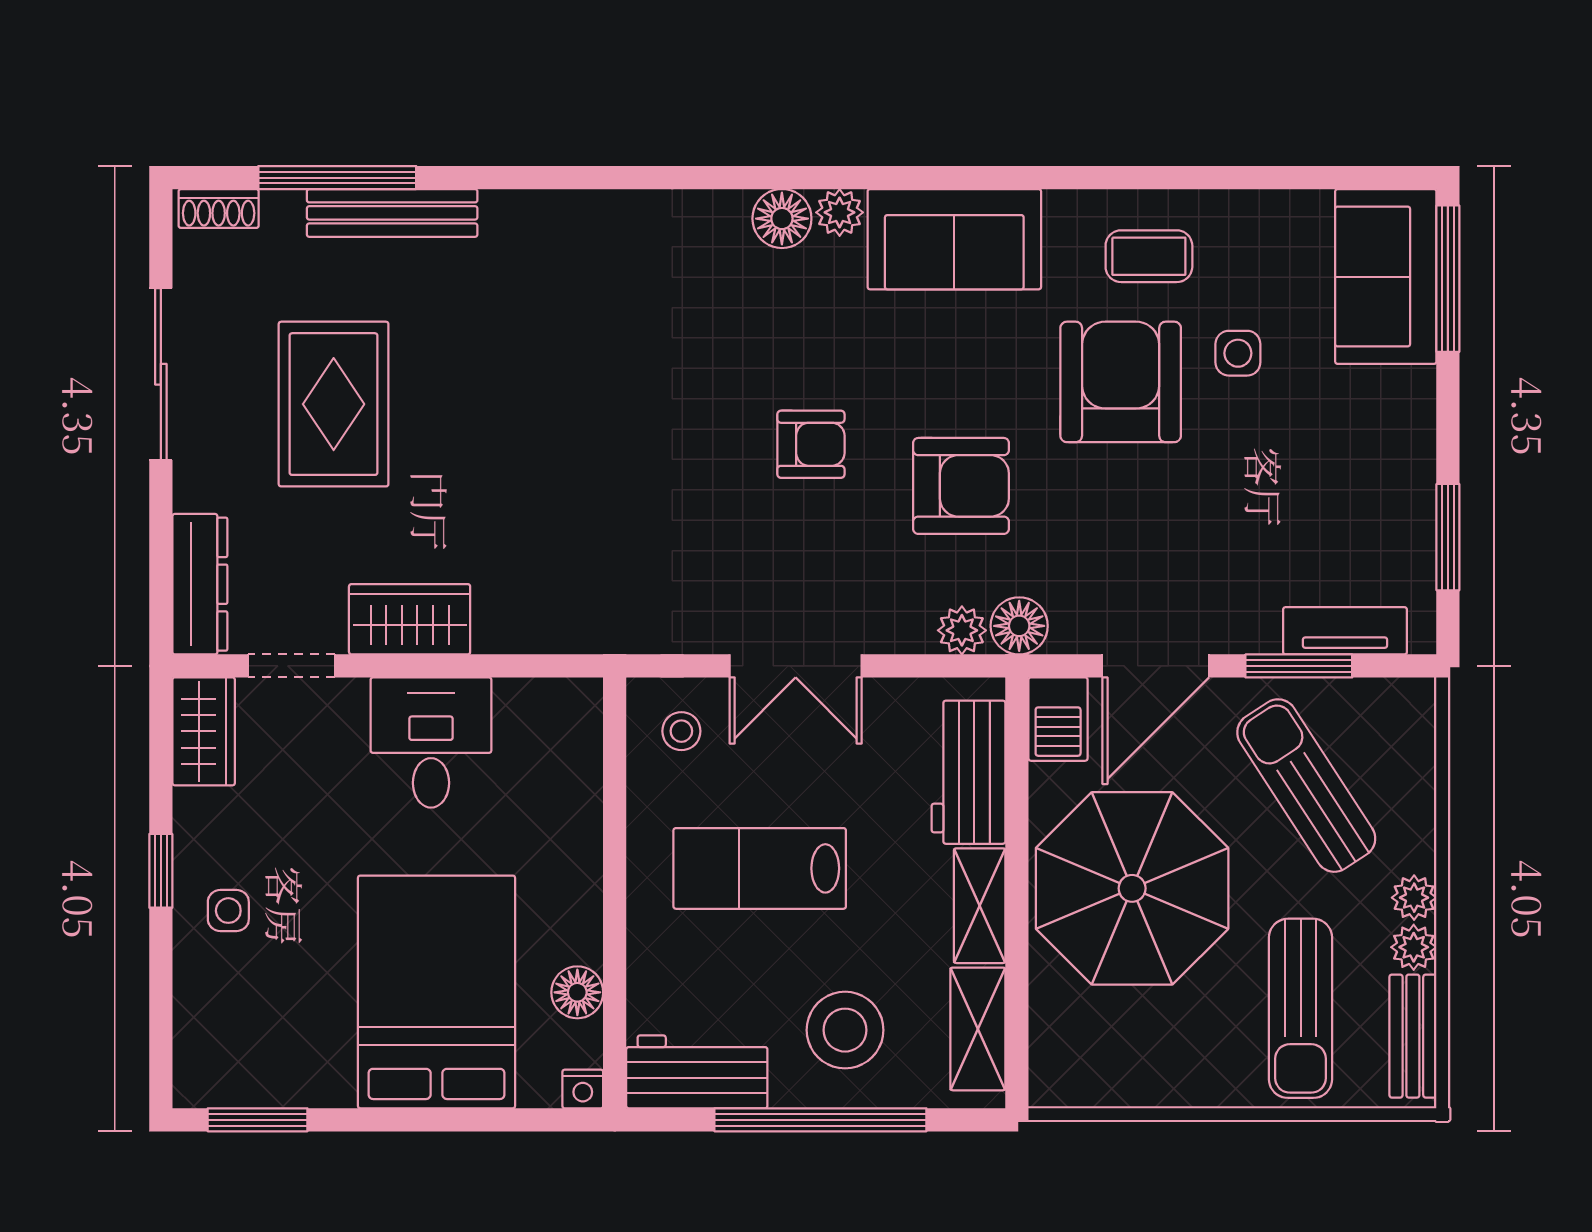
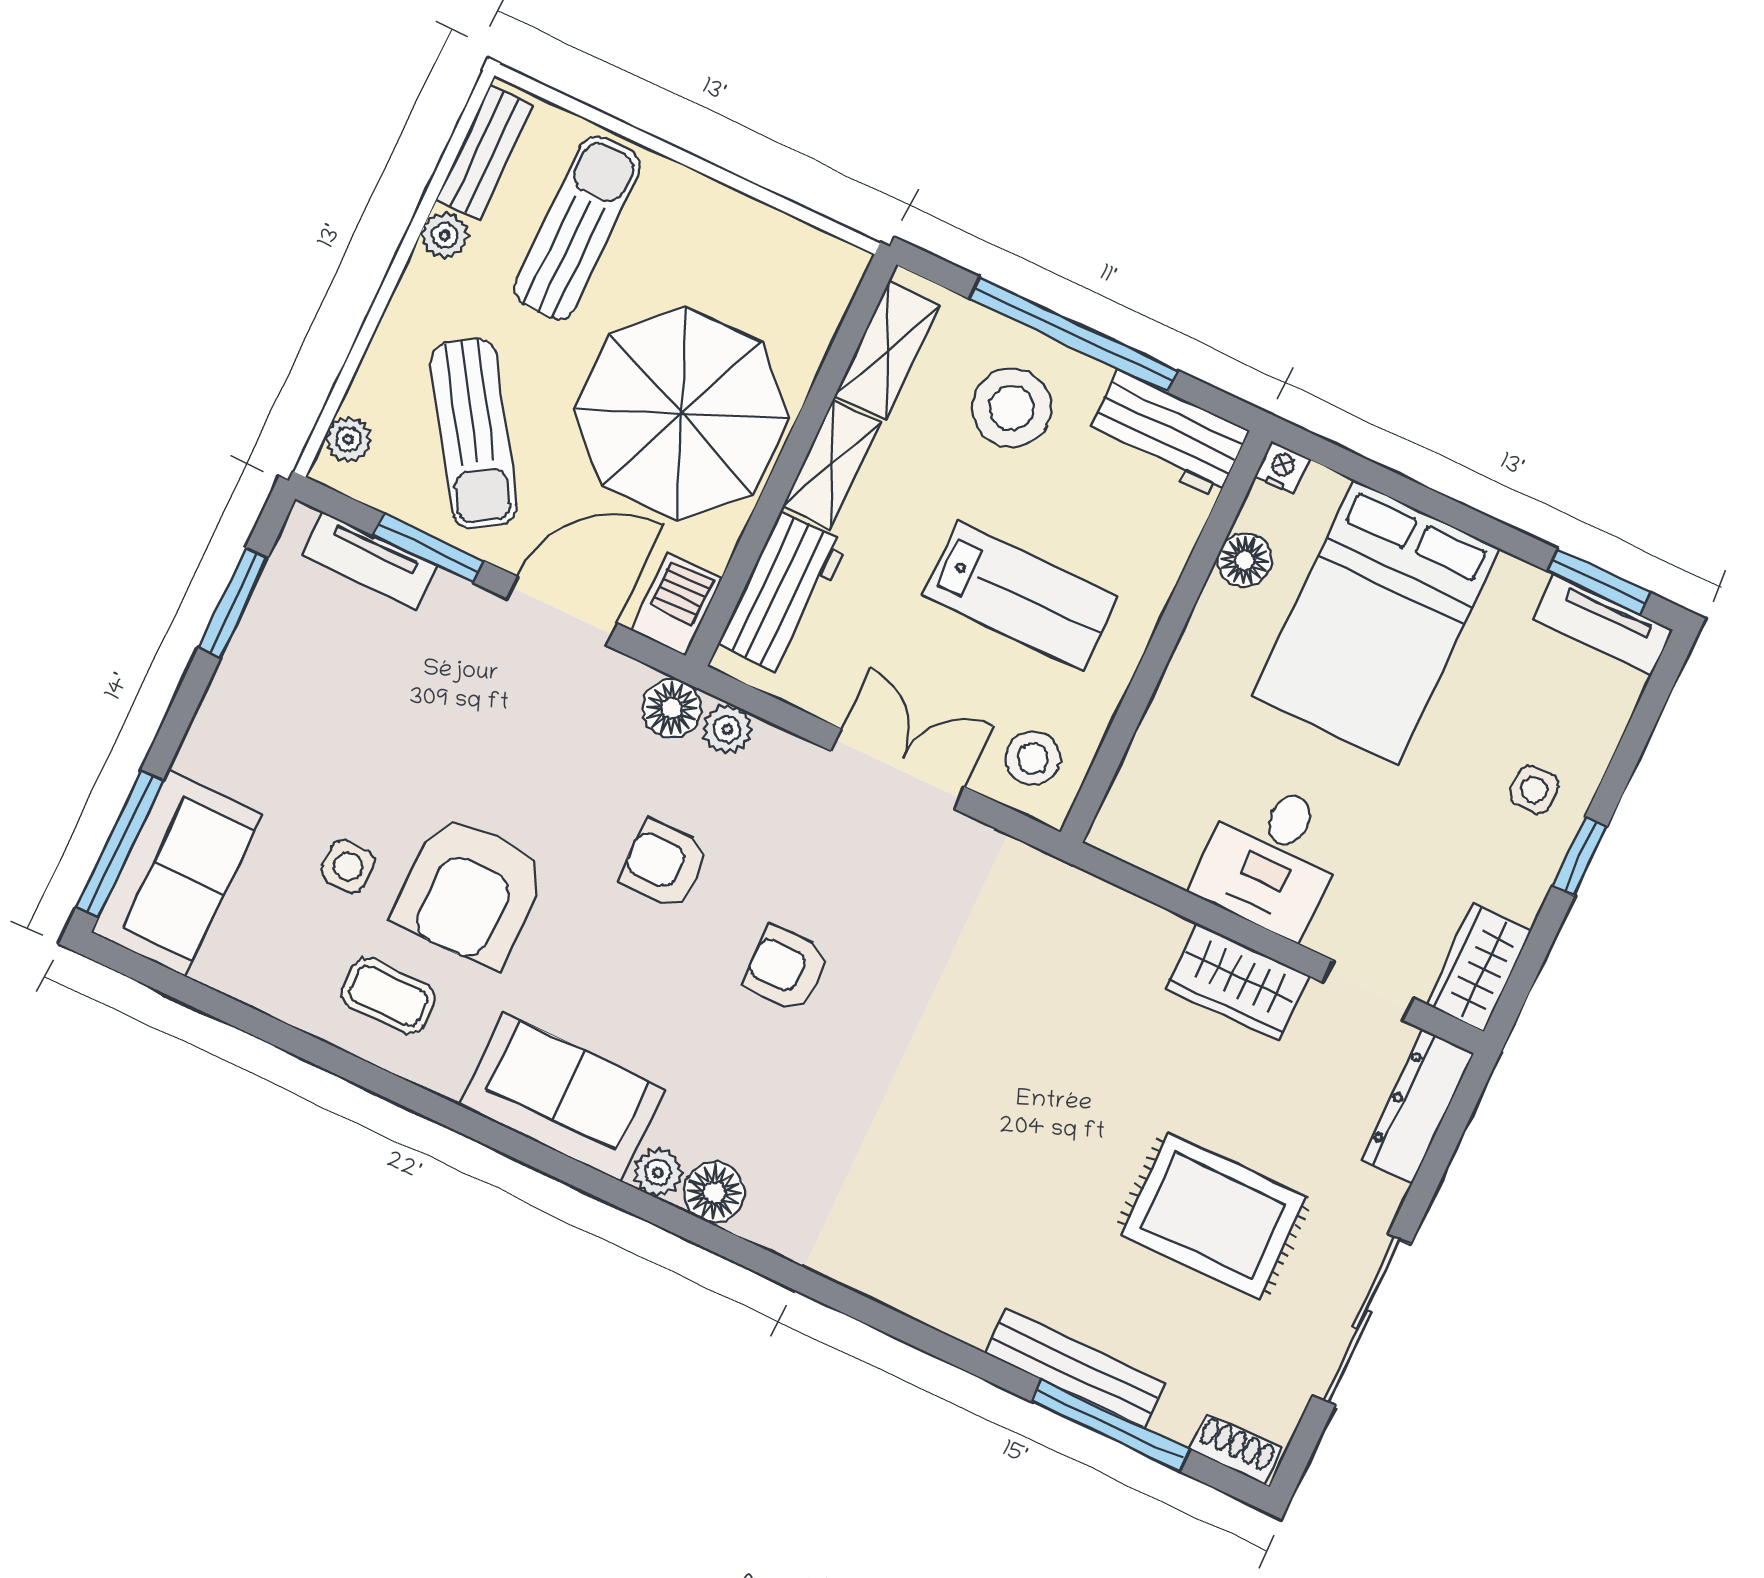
rug: (334, 404) -> (1214, 1216), turned 90
armchair: (961, 486) -> (665, 864), width x0.72, depth x0.72
stool: (681, 731) -> (1033, 758), width x1.37, depth x1.37
plant: (1414, 898) -> (348, 439), moved
tv unit: (236, 1084) -> (1603, 625), added

